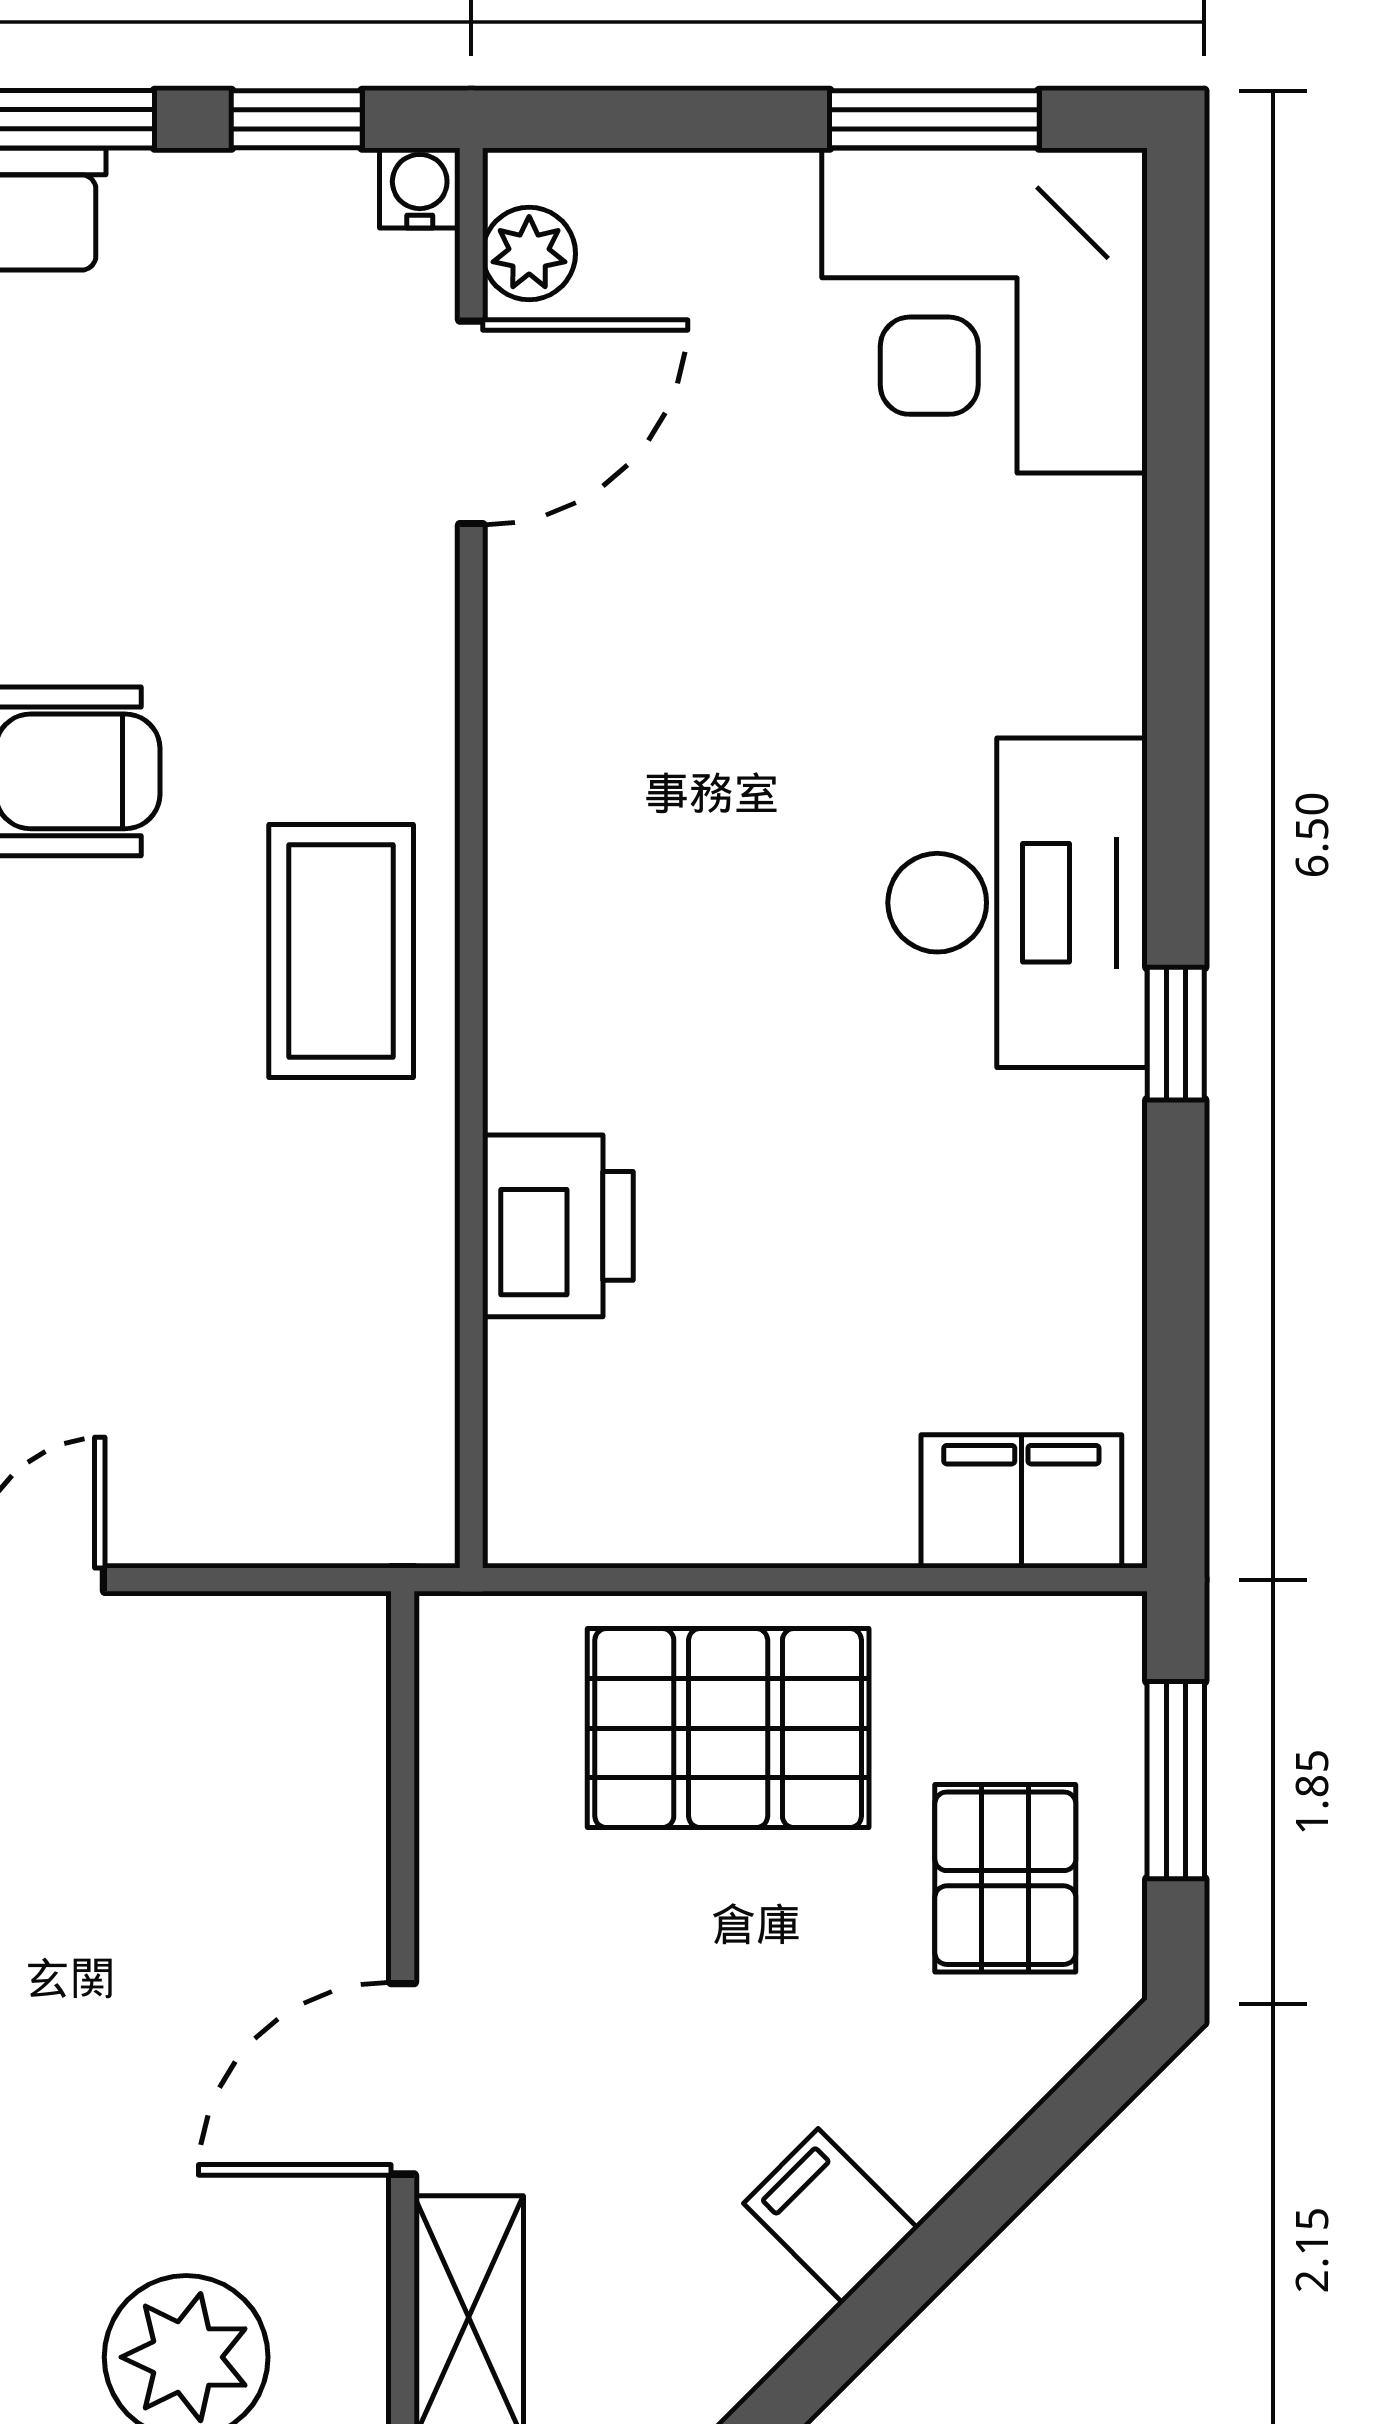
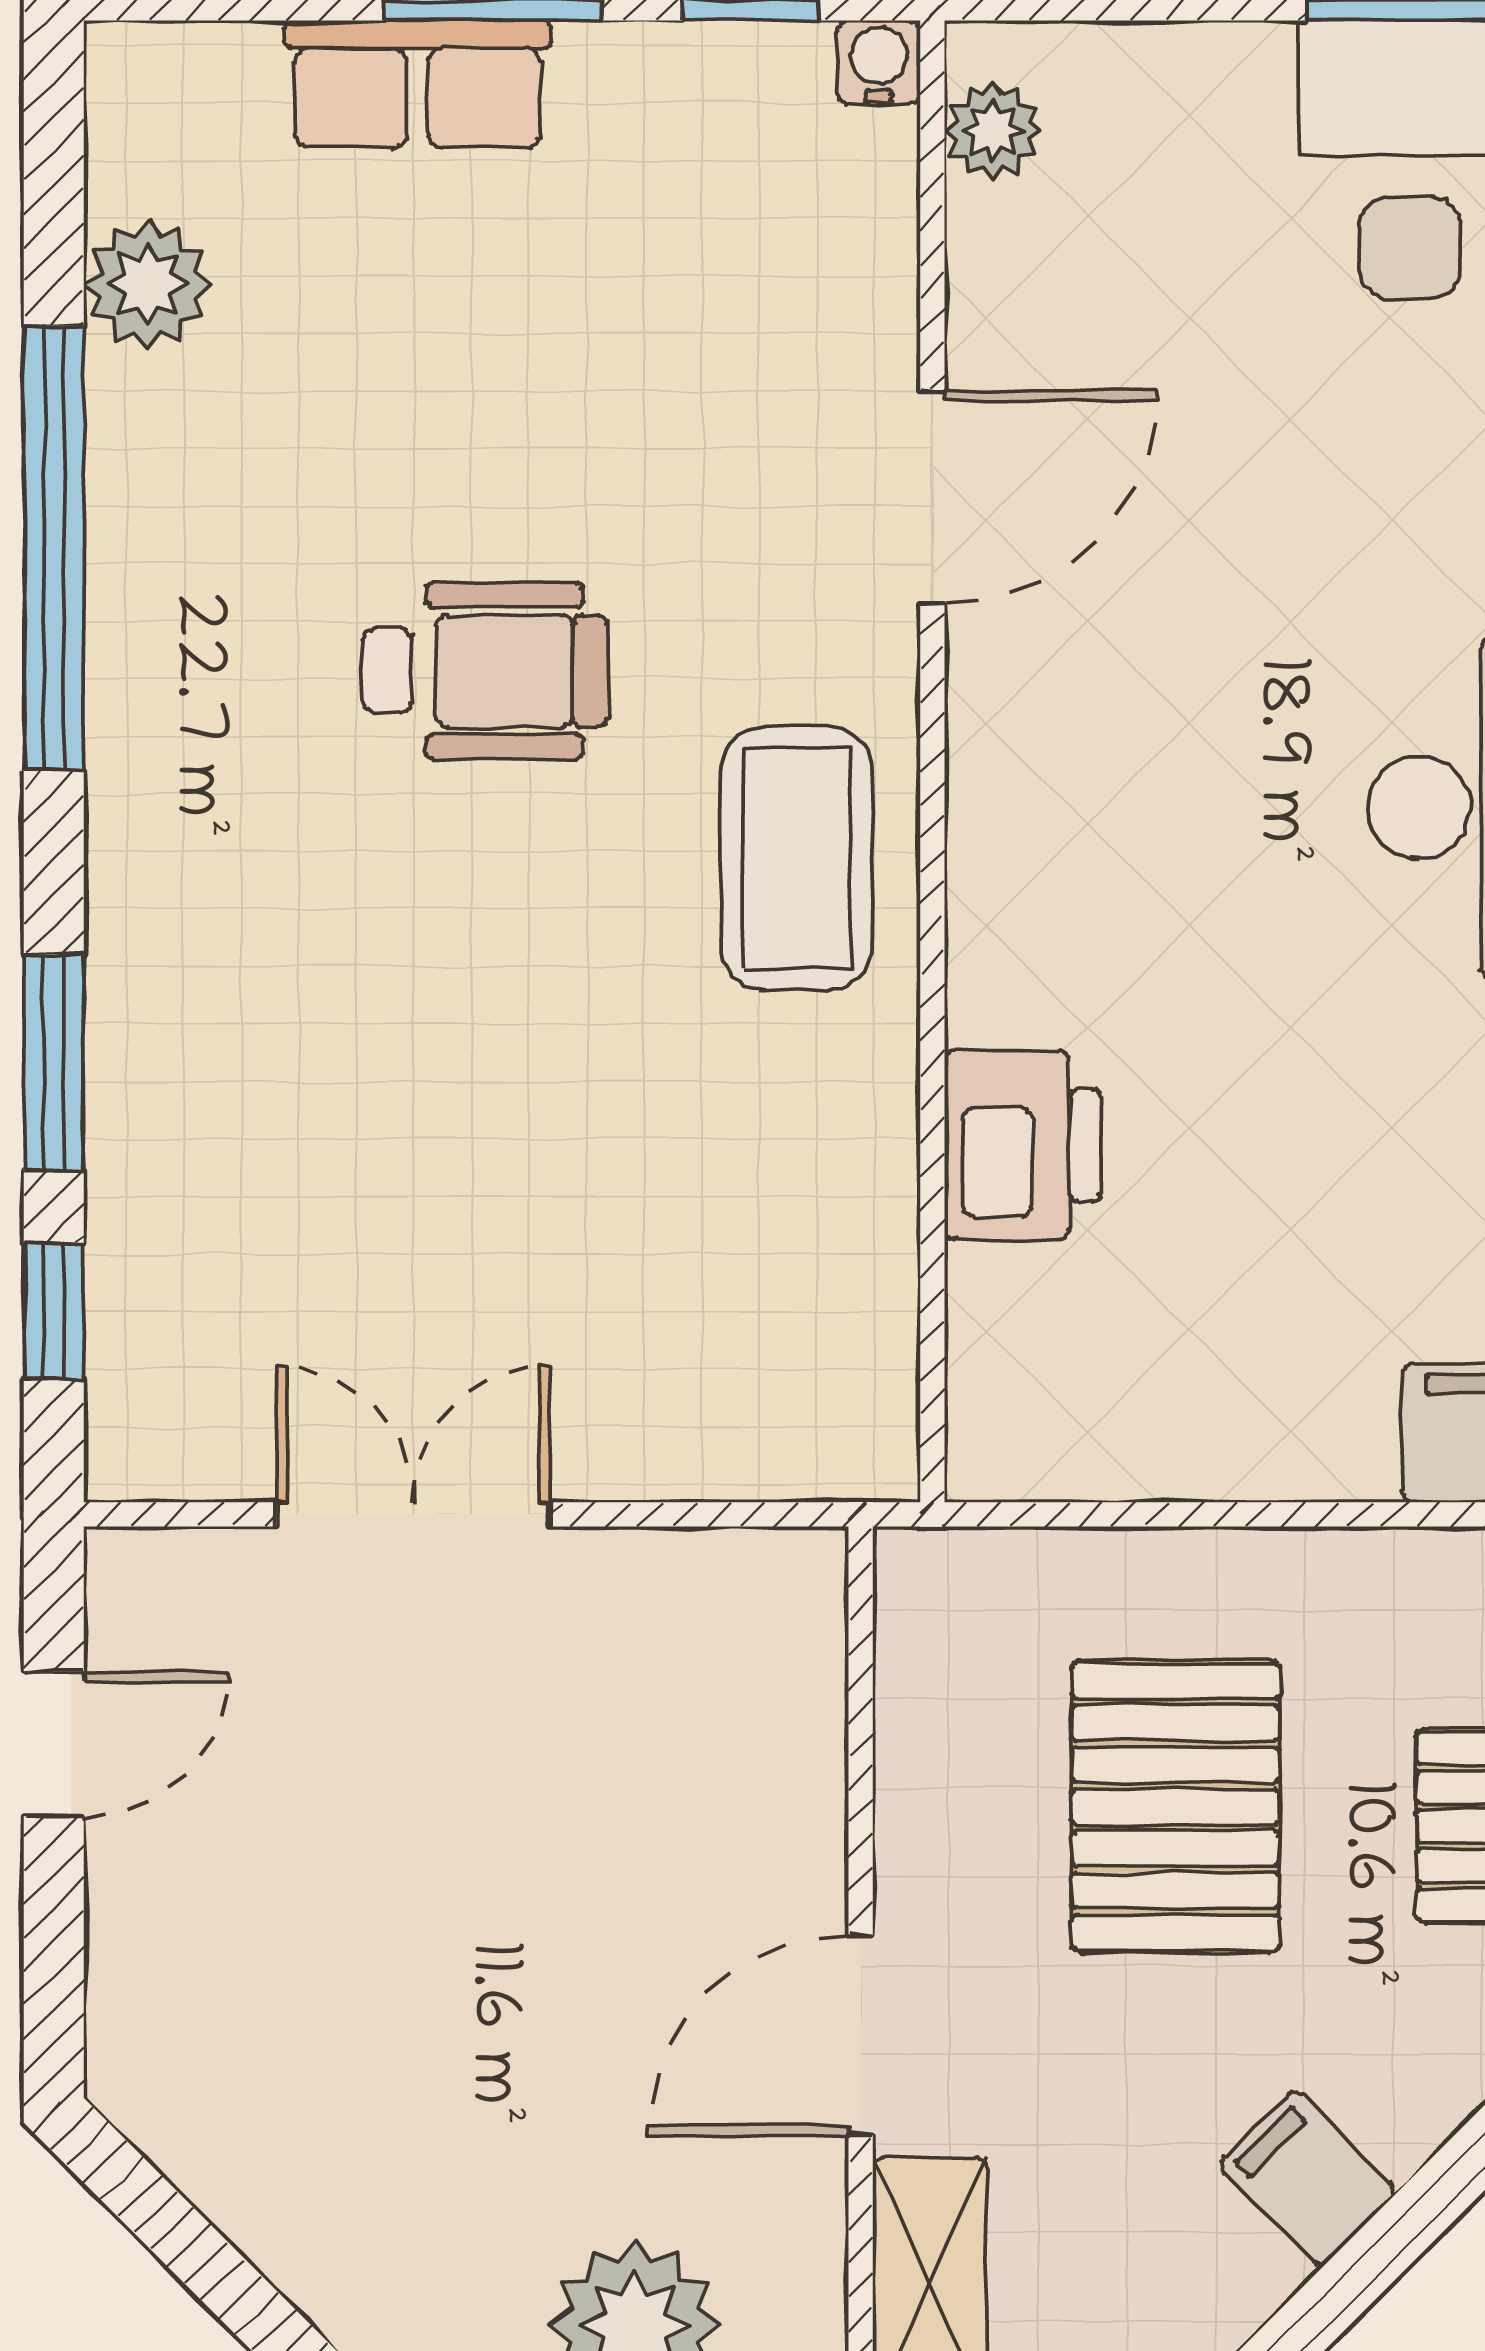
door: (471, 422) -> (932, 497), moved
pallet: (728, 1728) -> (1175, 1807), moved, turned 90

